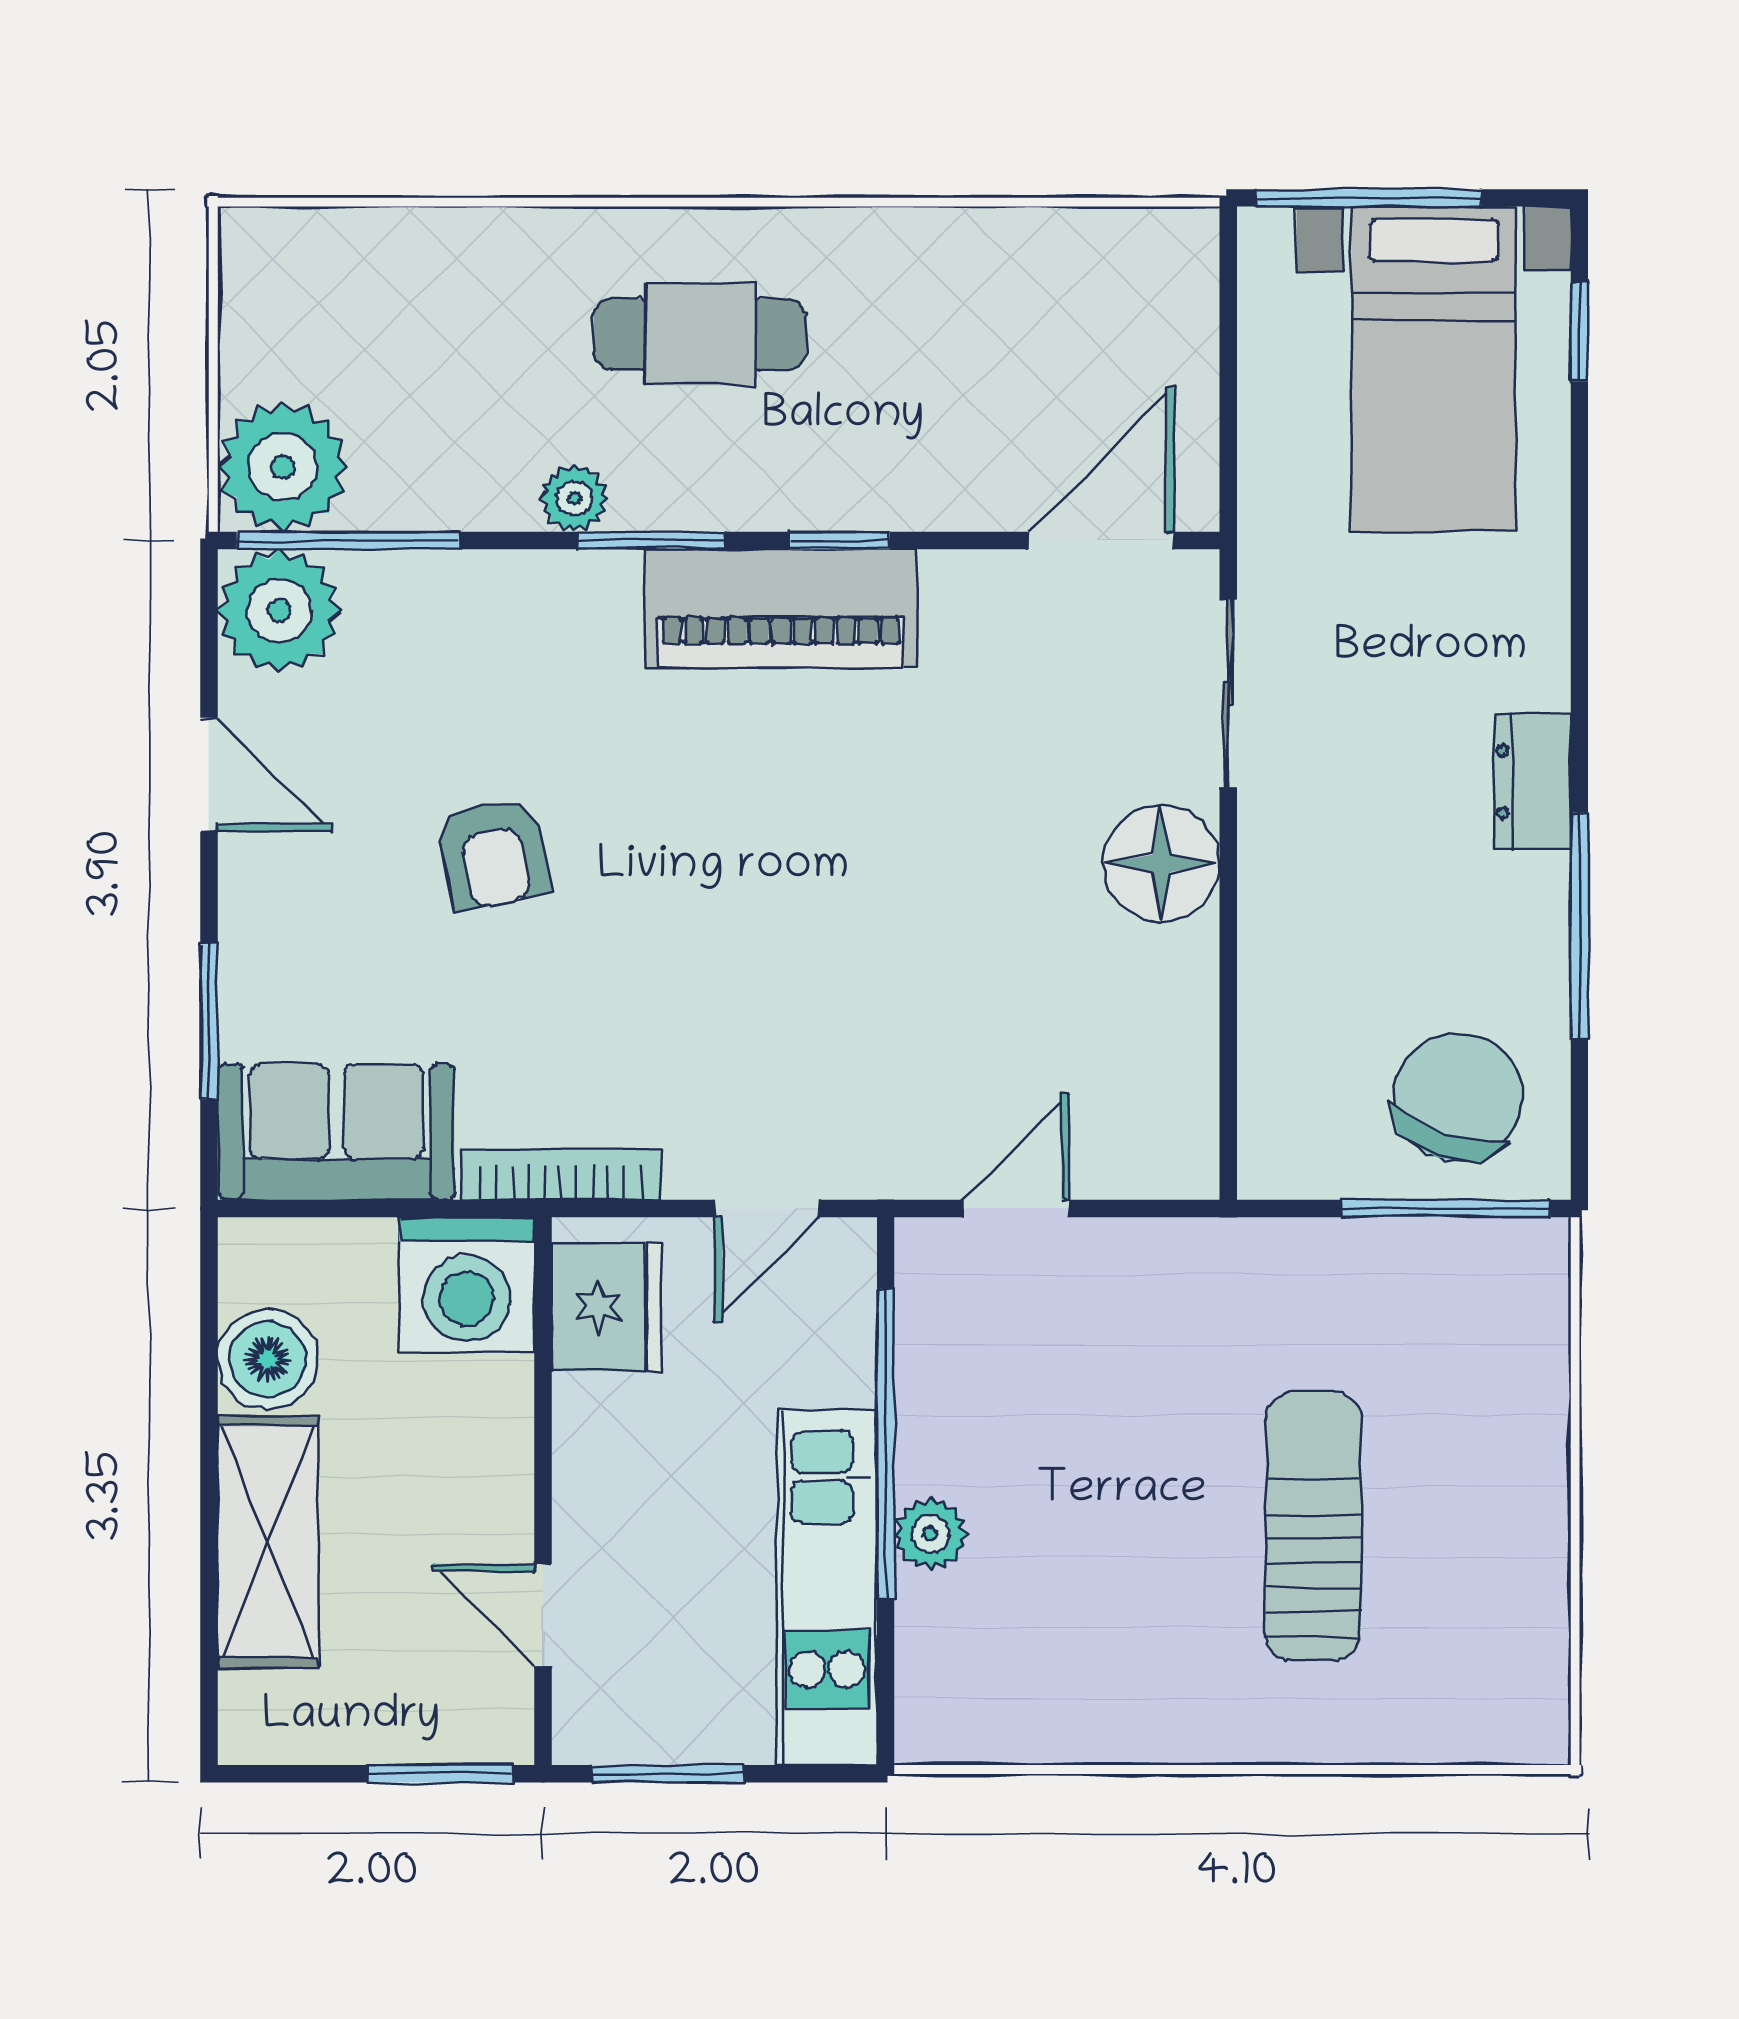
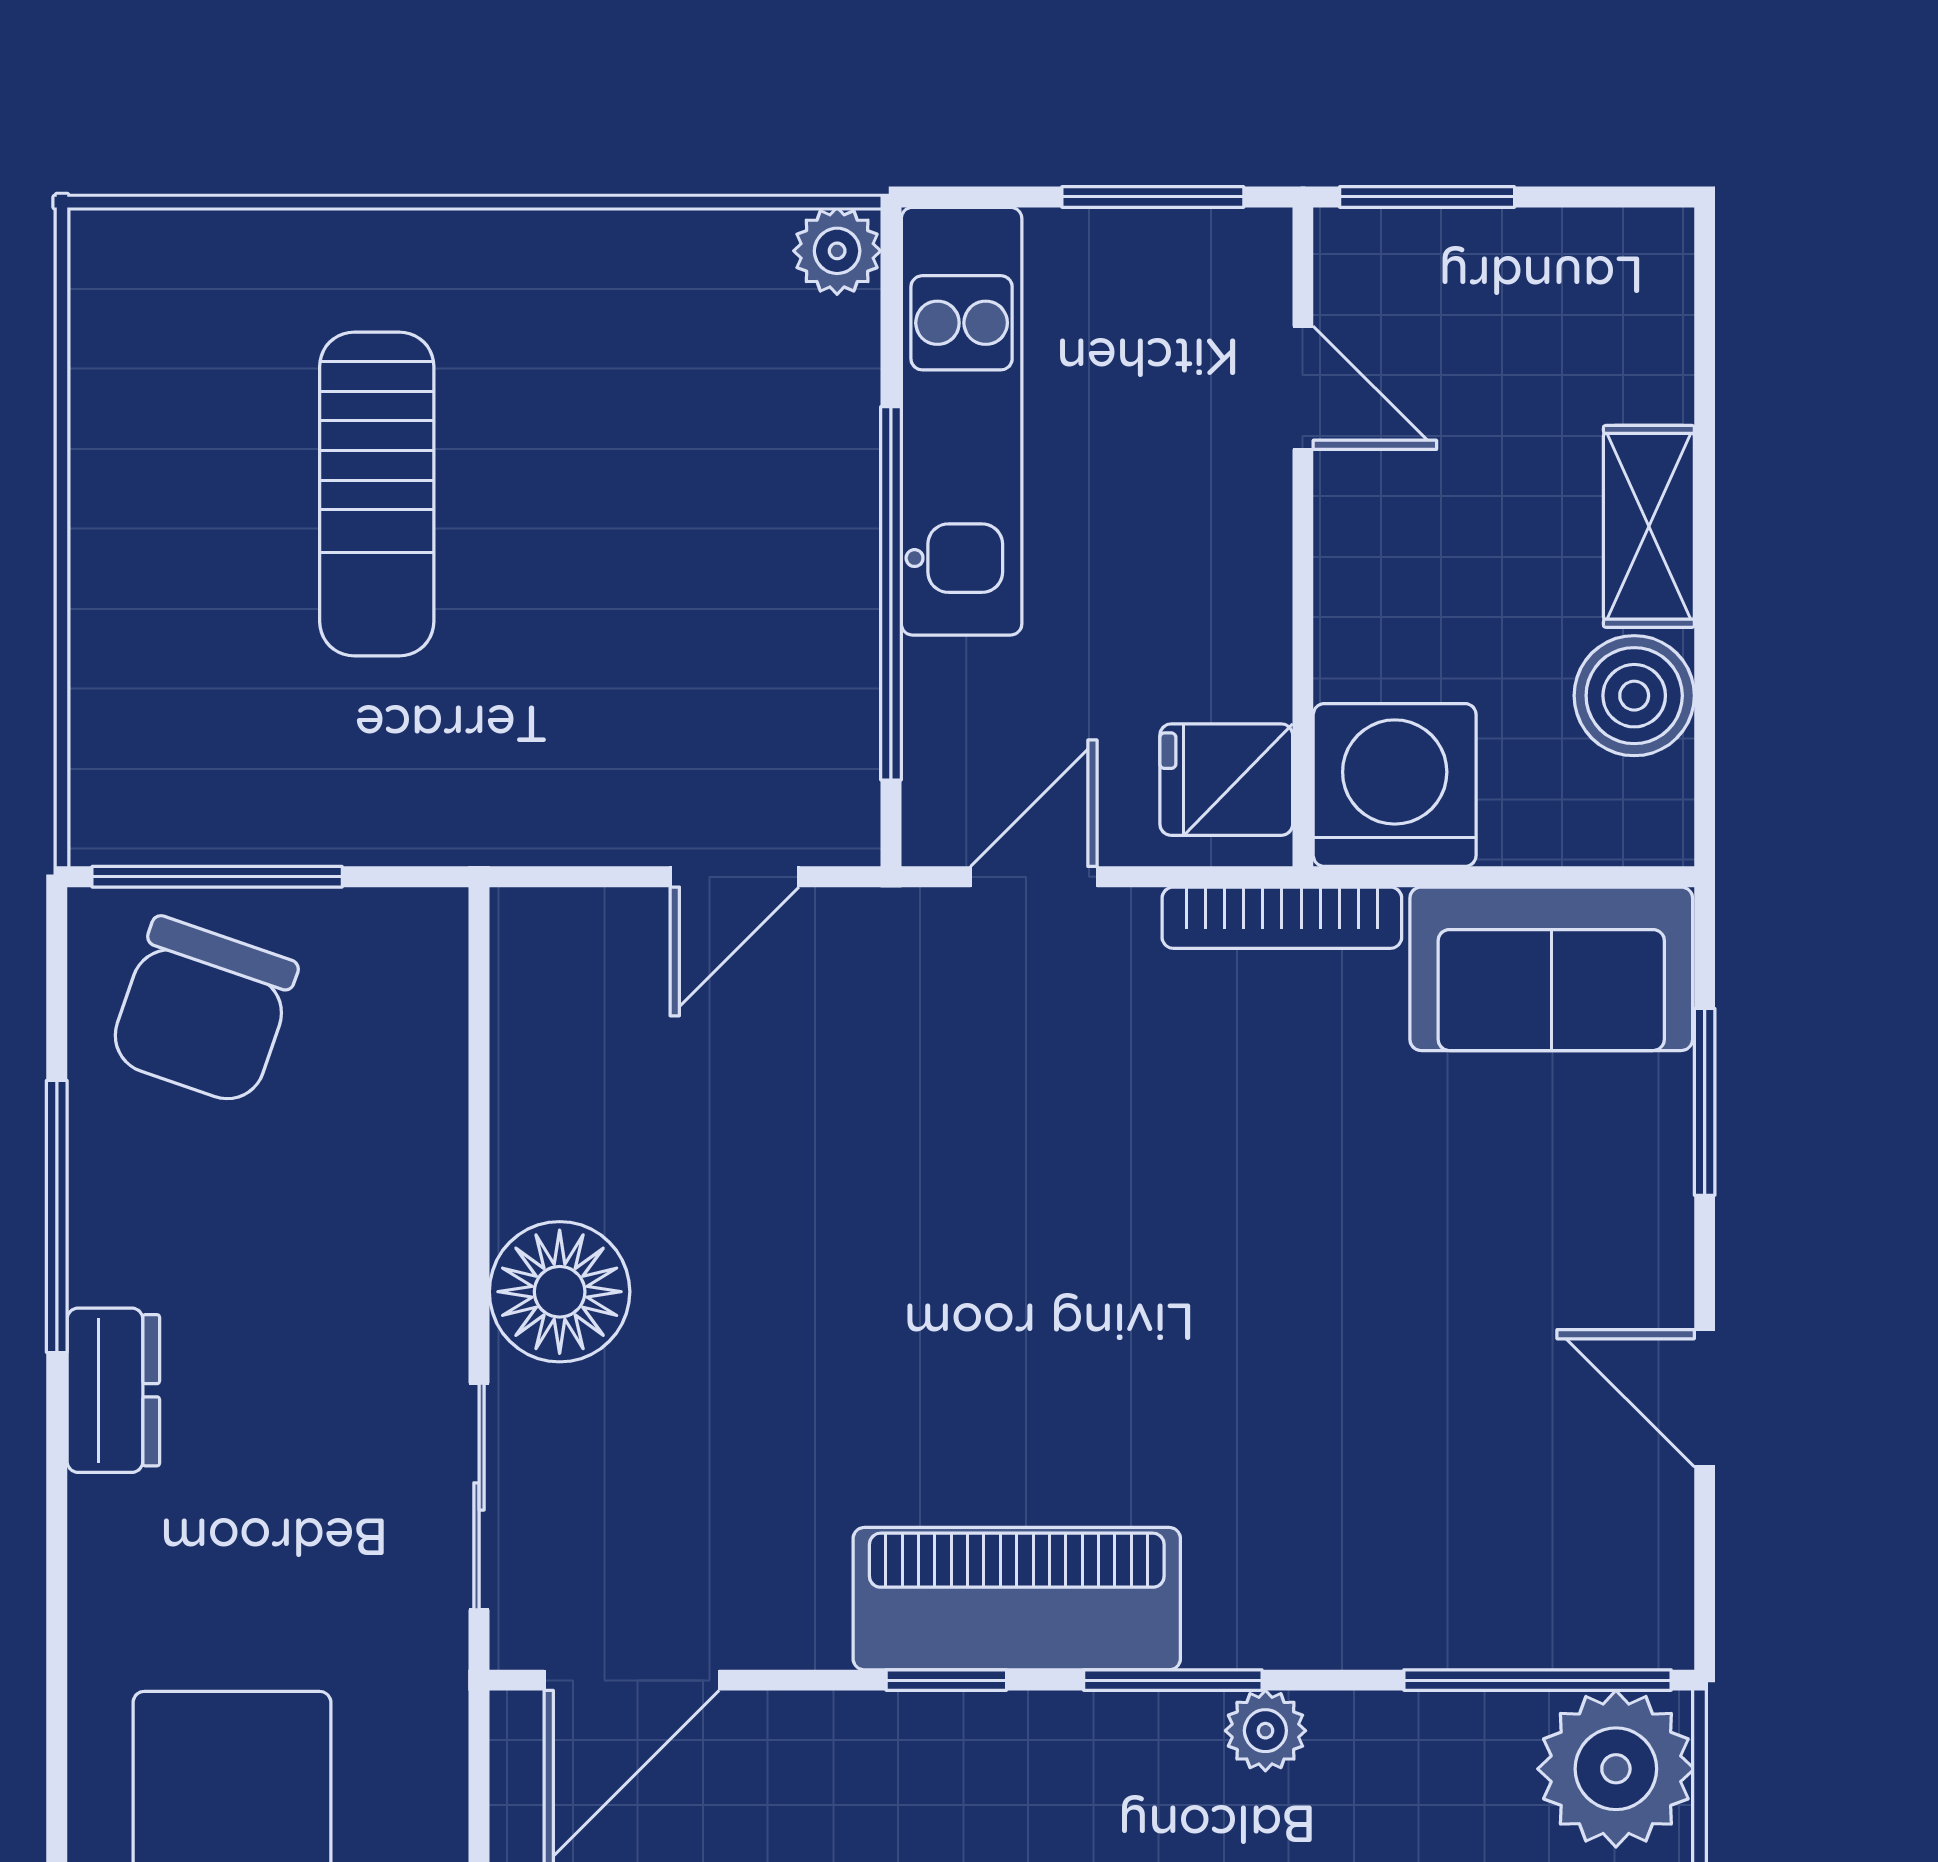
plant: (279, 611) -> (1620, 1596), removed
armchair: (493, 853) -> (1363, 1304), removed
fridge: (607, 1307) -> (1226, 780), width x0.72
plant: (930, 1534) -> (837, 251), moved
shelving: (268, 1542) -> (1649, 526), width x0.67, depth x0.75

